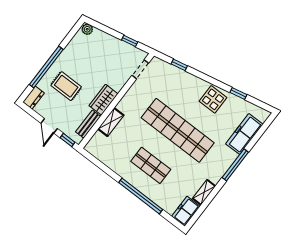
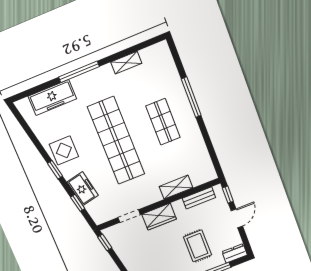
window: (130, 41) -> (105, 242), moved
doorway: (140, 69) -> (129, 216), moved
window: (238, 94) -> (55, 170), moved
wardrobe: (104, 100) -> (159, 217), moved
window: (141, 196) -> (191, 97), width x0.68
freezer: (186, 211) -> (83, 189), moved, turned -102

